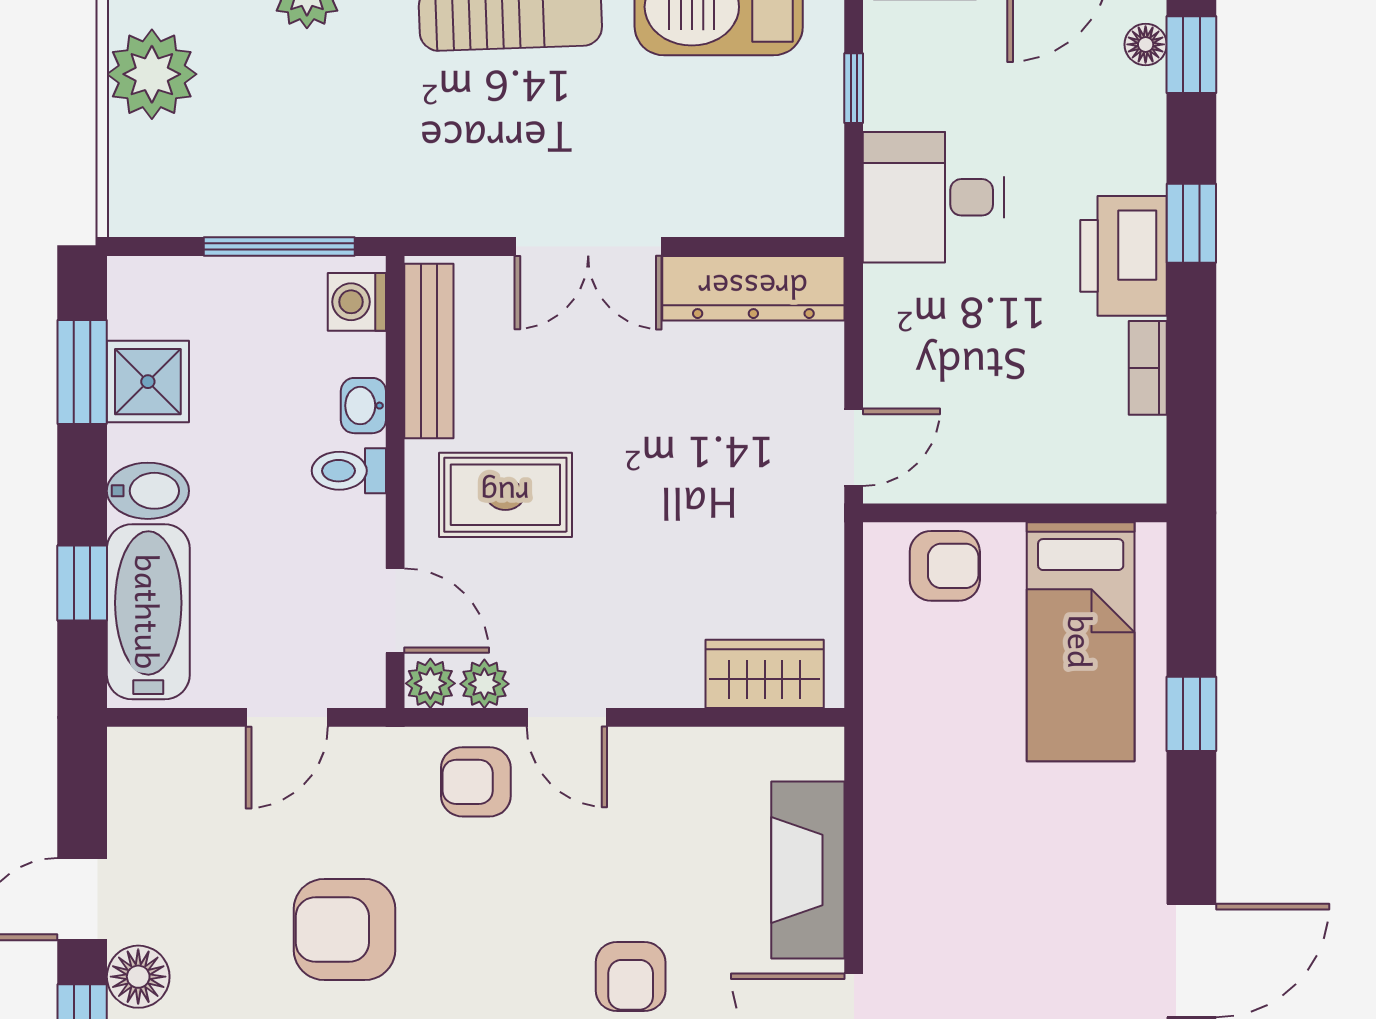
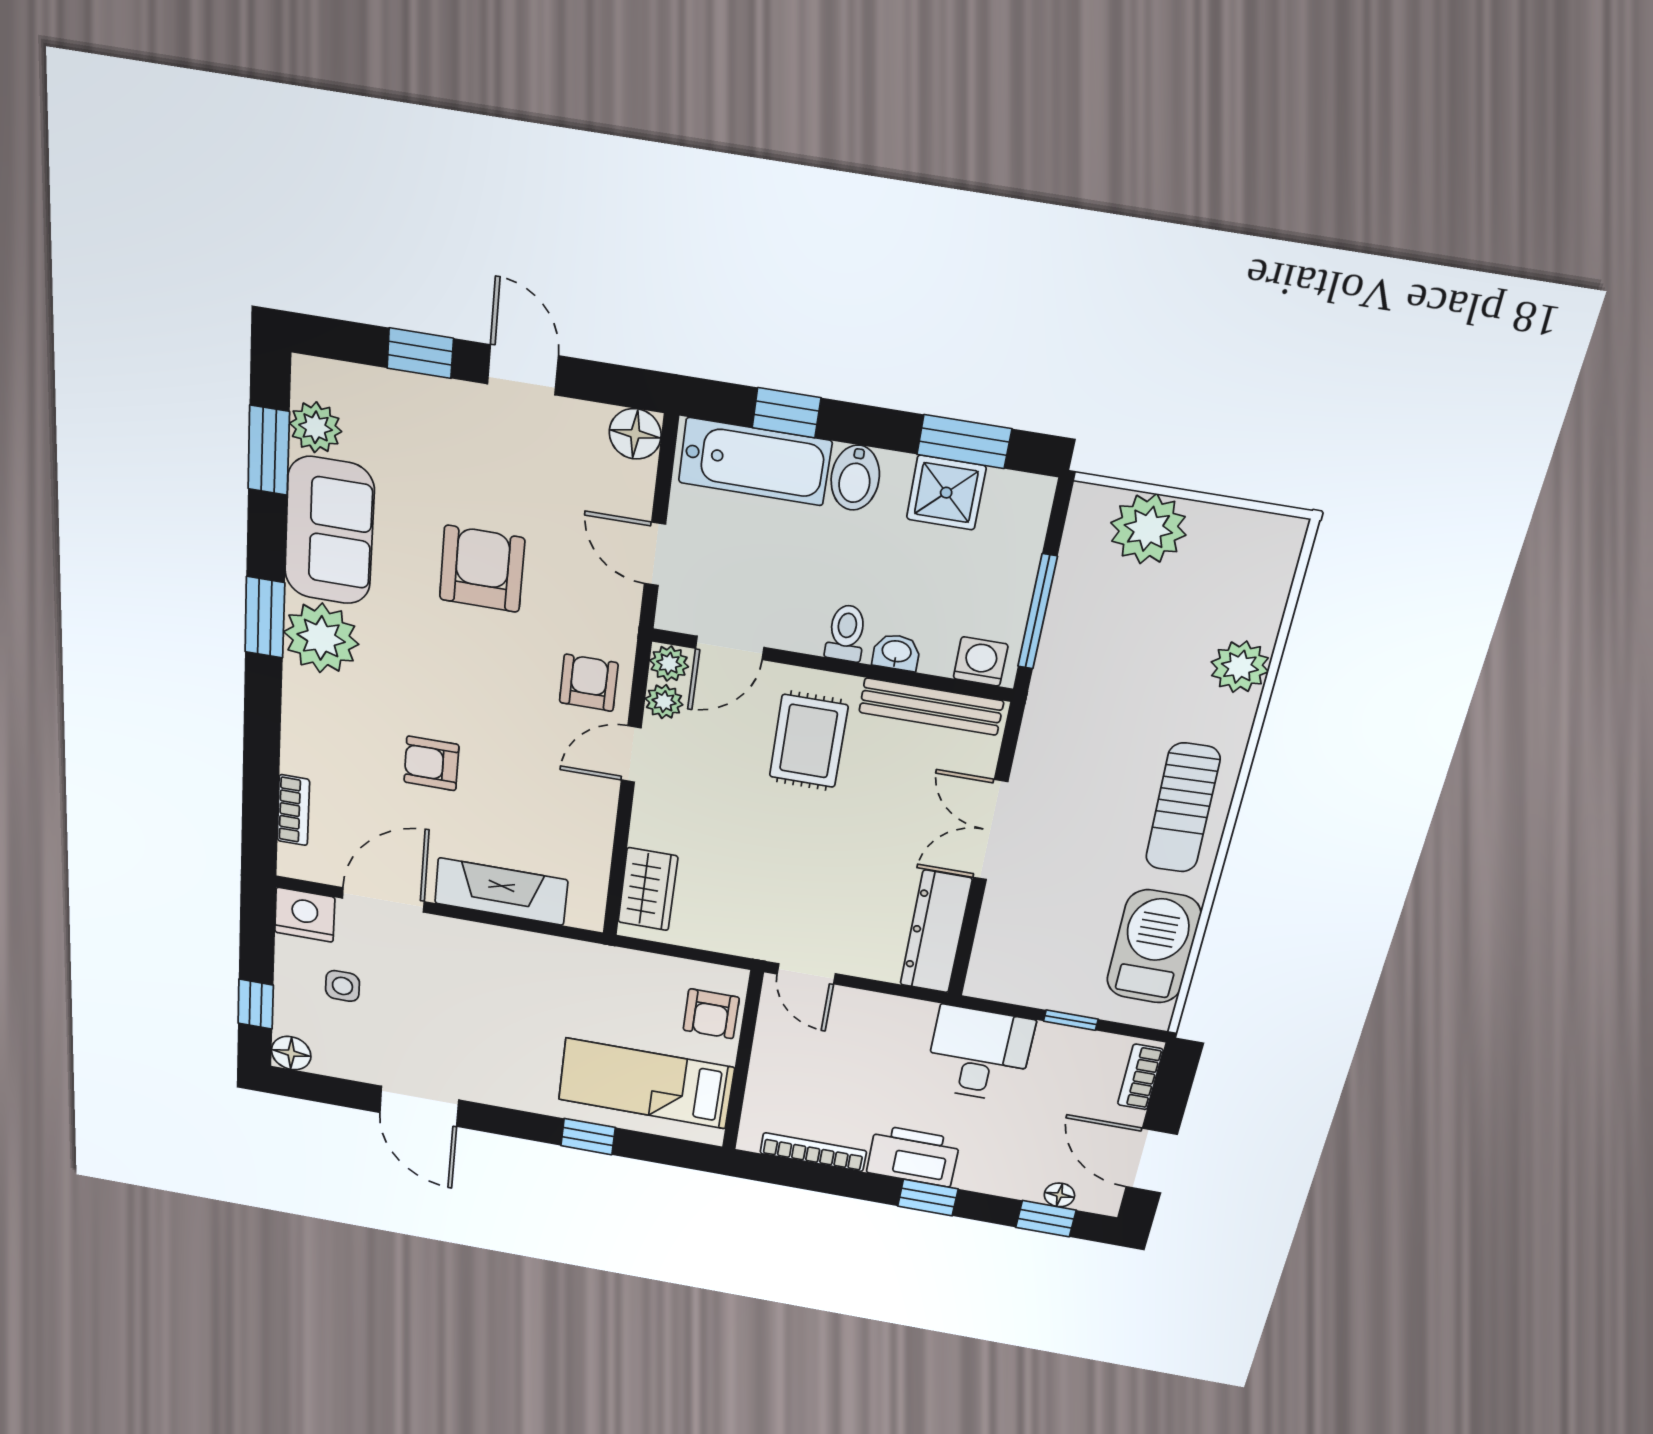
plant: (152, 74) -> (1148, 529), moved
bookcase: (1148, 368) -> (813, 1152), width x1.56
floor lamp: (138, 977) -> (635, 434), moved

